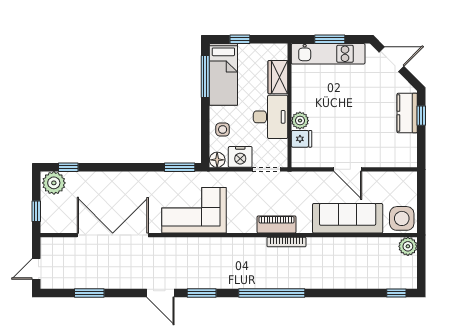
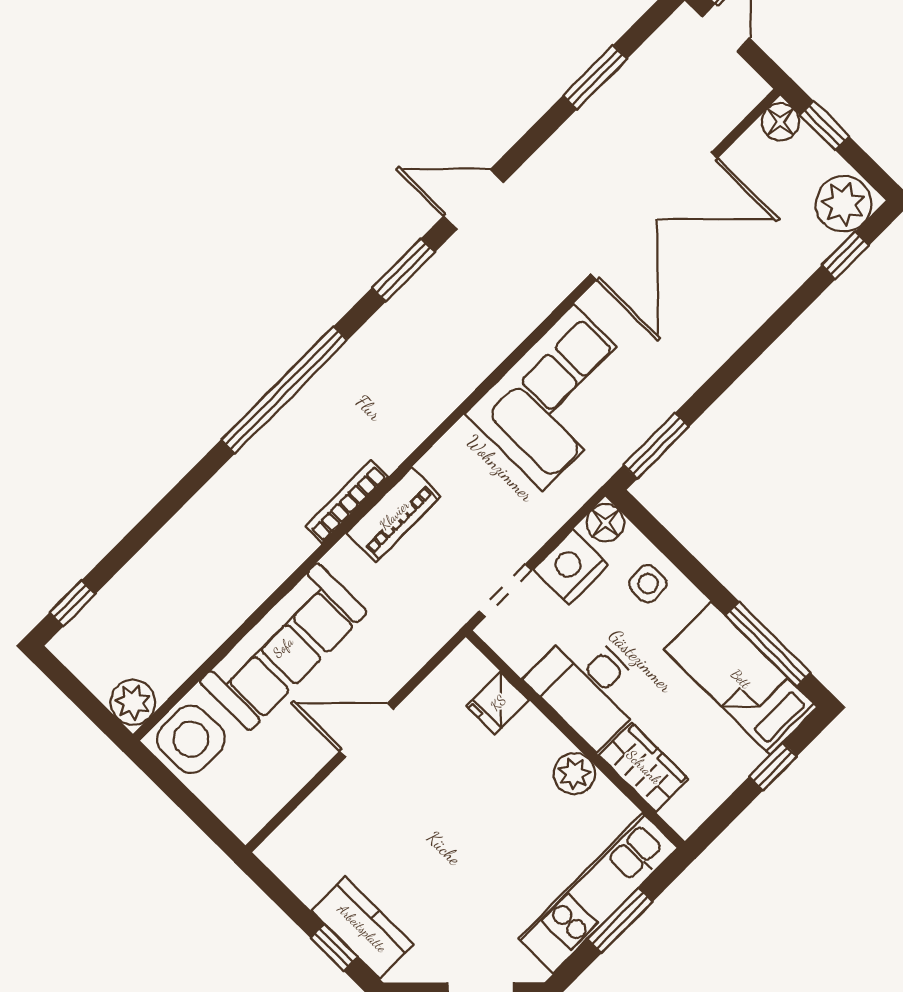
plant: (300, 121) -> (574, 774), moved
floor lamp: (48, 225) -> (780, 122), added

